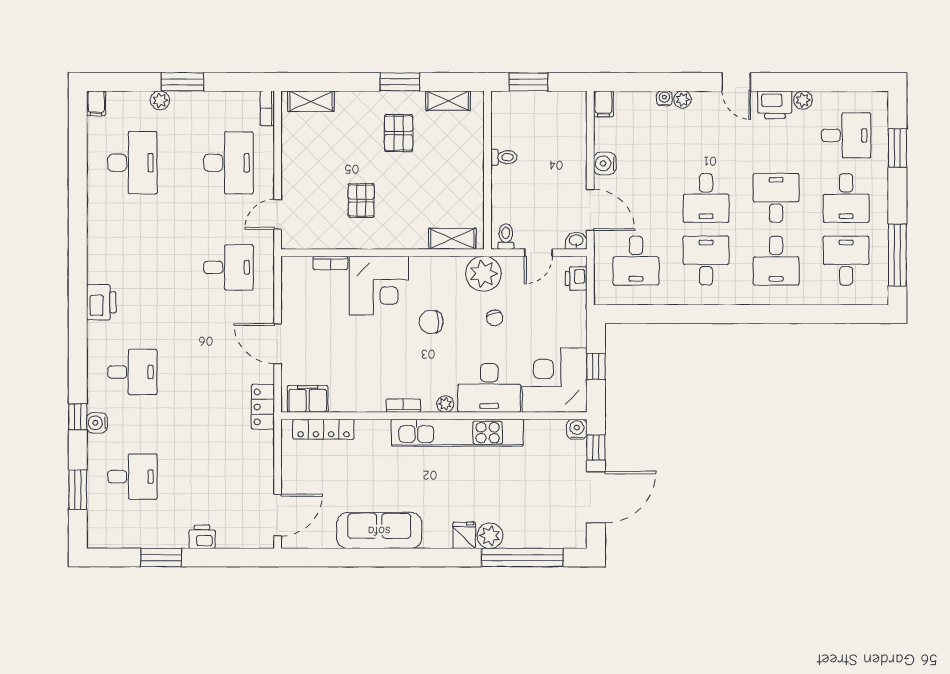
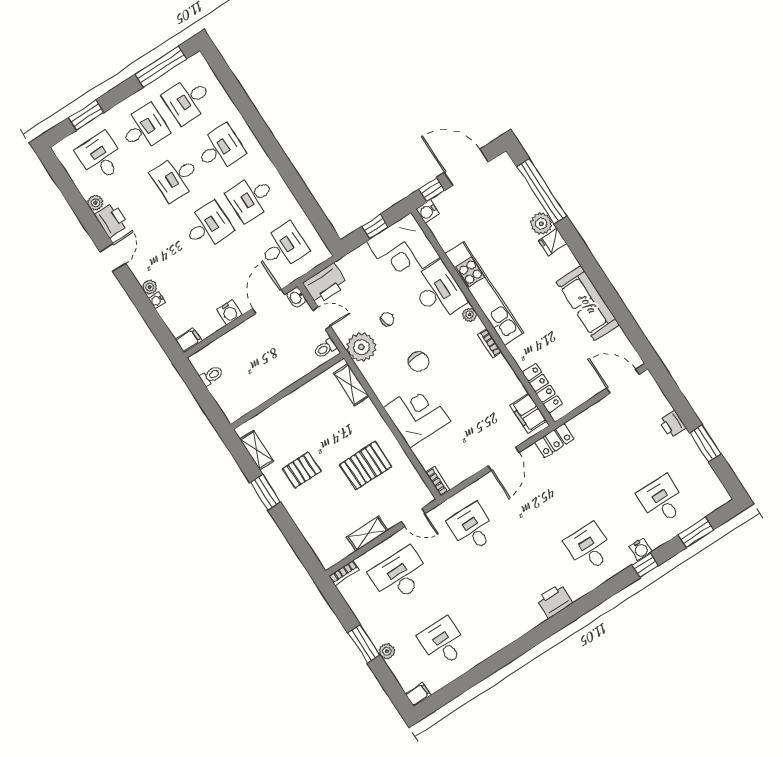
window: (528, 82) -> (207, 403), removed
shelving: (311, 101) -> (367, 534), moved, turned 90
toilet: (504, 157) -> (211, 376), moved, turned 90
desk: (132, 163) -> (443, 642), width x0.73
pallet: (361, 200) -> (366, 466), width x1.50, depth x1.42
bookcase: (330, 263) -> (438, 481), moved
printer: (576, 279) -> (325, 284), width x1.87, depth x1.48

